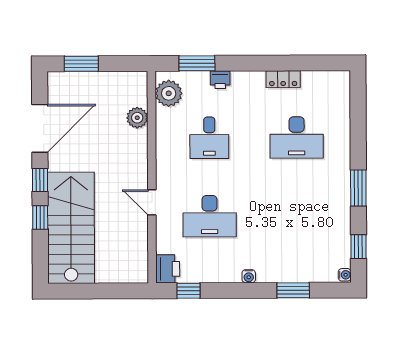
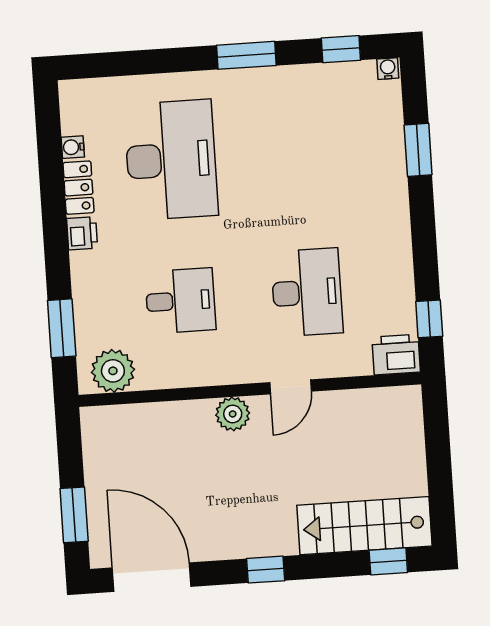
printer: (220, 80) -> (82, 233), moved
plant: (137, 118) -> (233, 414), moved
door: (40, 128) -> (152, 577), moved
desk: (297, 137) -> (171, 160), width x1.36, depth x1.30
window: (40, 217) -> (388, 561), moved
stairs: (71, 228) -> (364, 526), width x0.73, depth x0.66
water cooler: (249, 276) -> (73, 147), moved, turned 180

